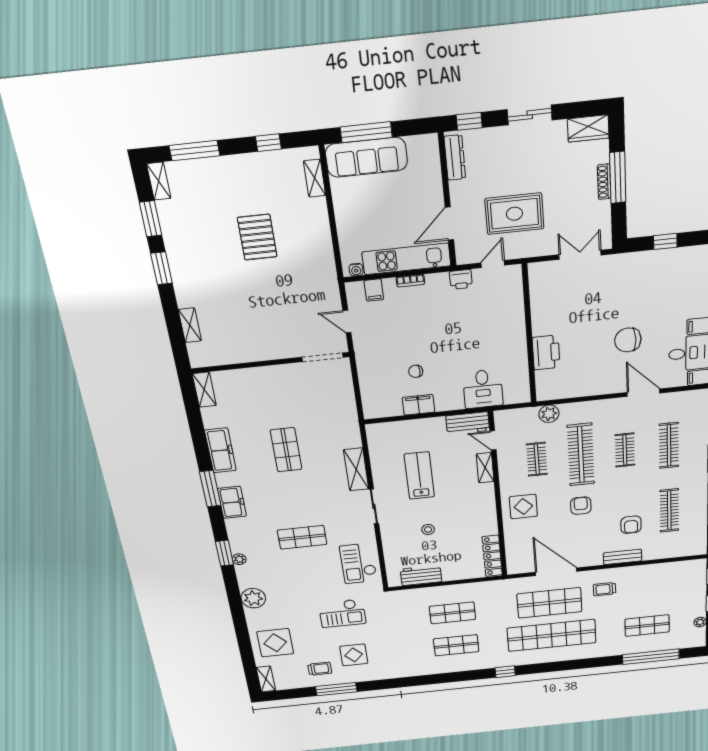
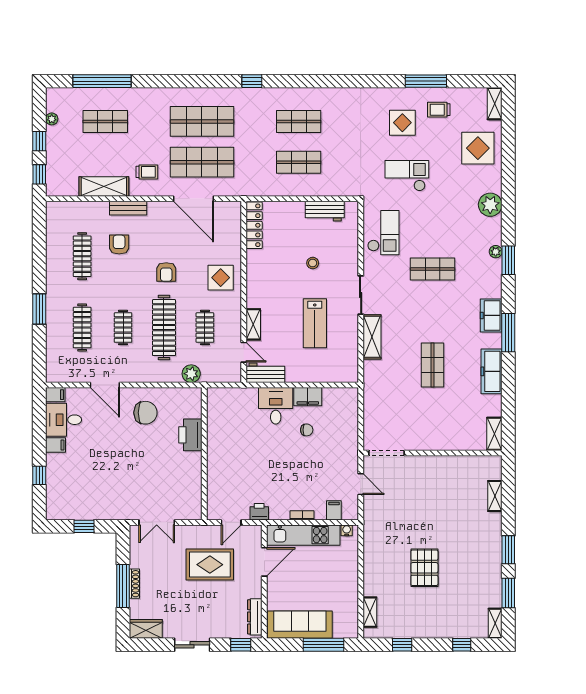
window: (194, 151) -> (462, 645), width x0.46
sofa: (366, 157) -> (300, 625), moved
chair: (628, 340) -> (145, 413), moved
desk: (483, 389) -> (276, 406), moved
shelving: (648, 573) -> (104, 186), added
shop shelf: (552, 635) -> (202, 121), width x0.71

